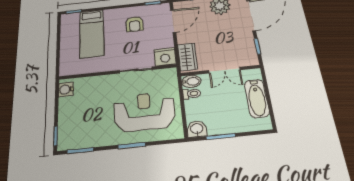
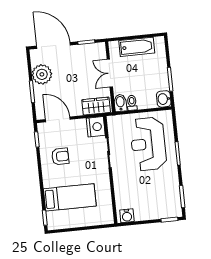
double door: (225, 70) -> (110, 73), swing flipped

